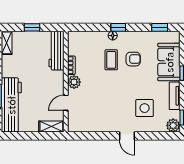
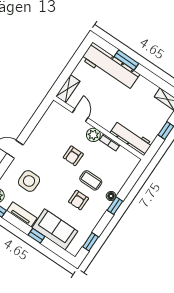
armchair: (101, 87) -> (73, 156), added

